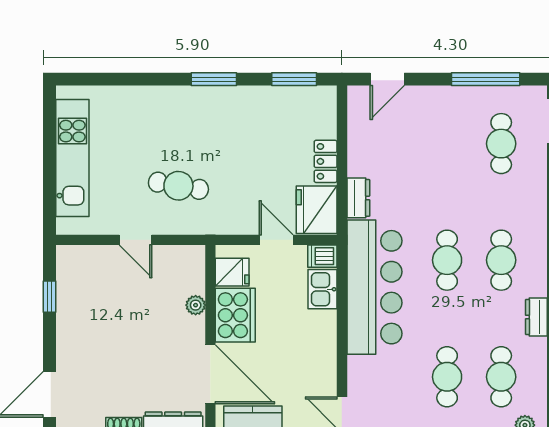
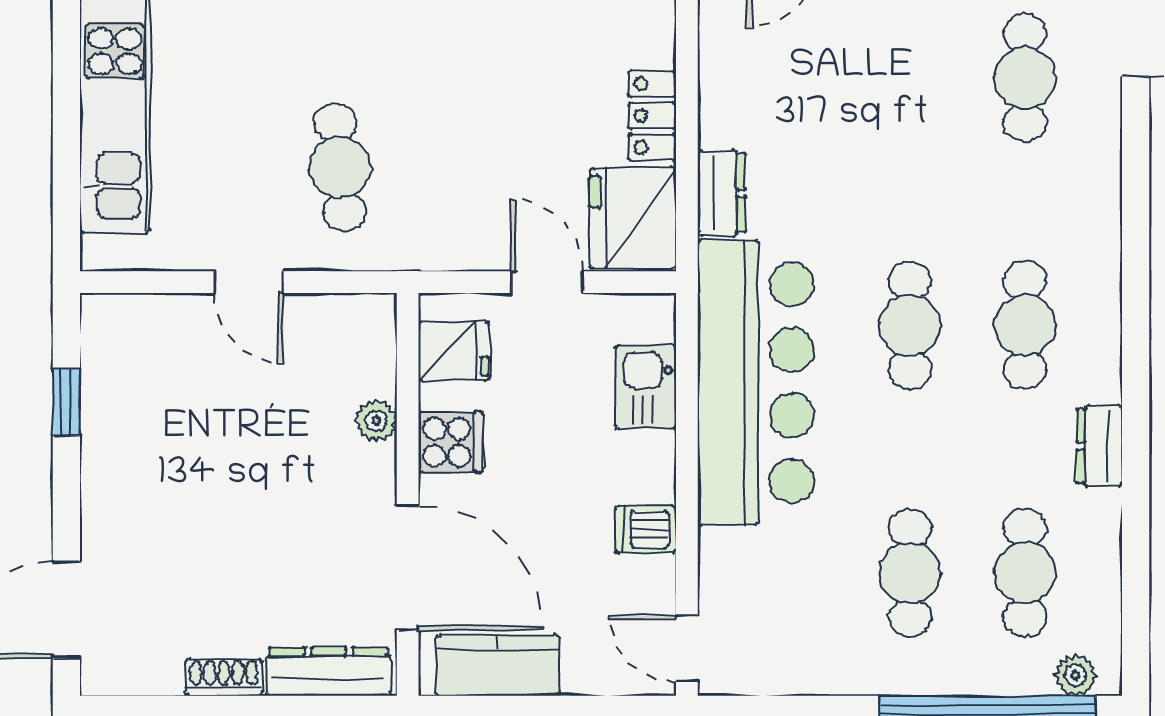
cafe table: (178, 186) -> (340, 167), turned 74
dishwasher: (322, 256) -> (645, 529), moved
cooker: (235, 315) -> (451, 442), width x0.53, depth x0.76

